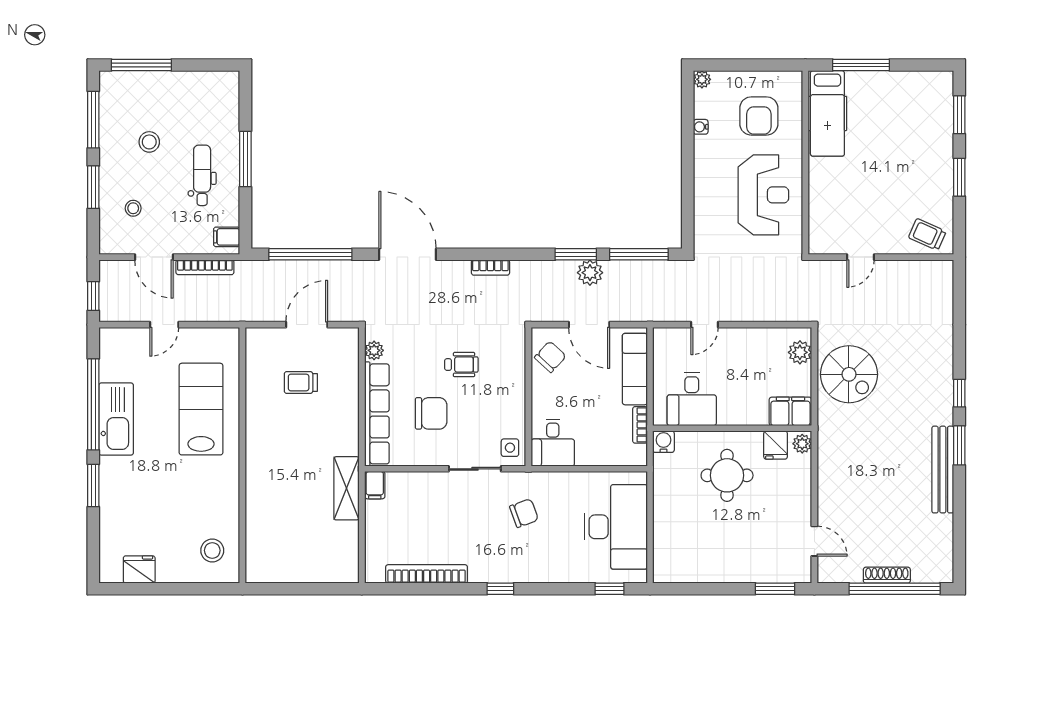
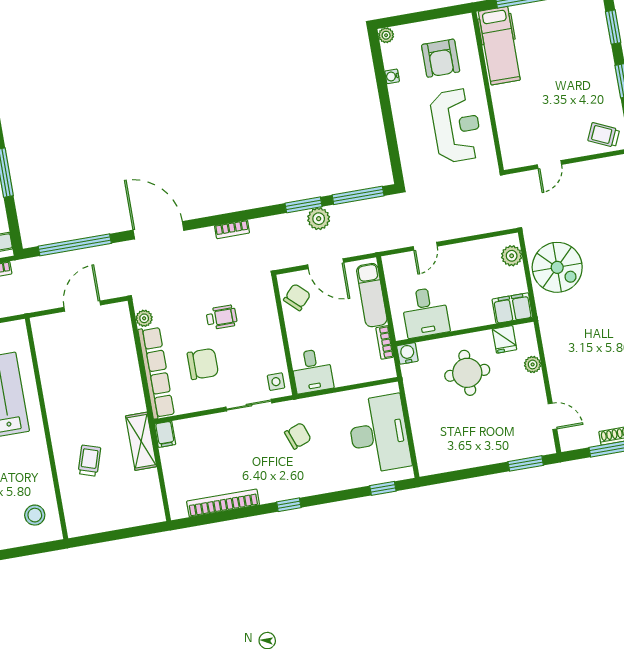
trolley: (301, 382) -> (89, 461), moved, turned 108
plant: (802, 444) -> (533, 364), moved

